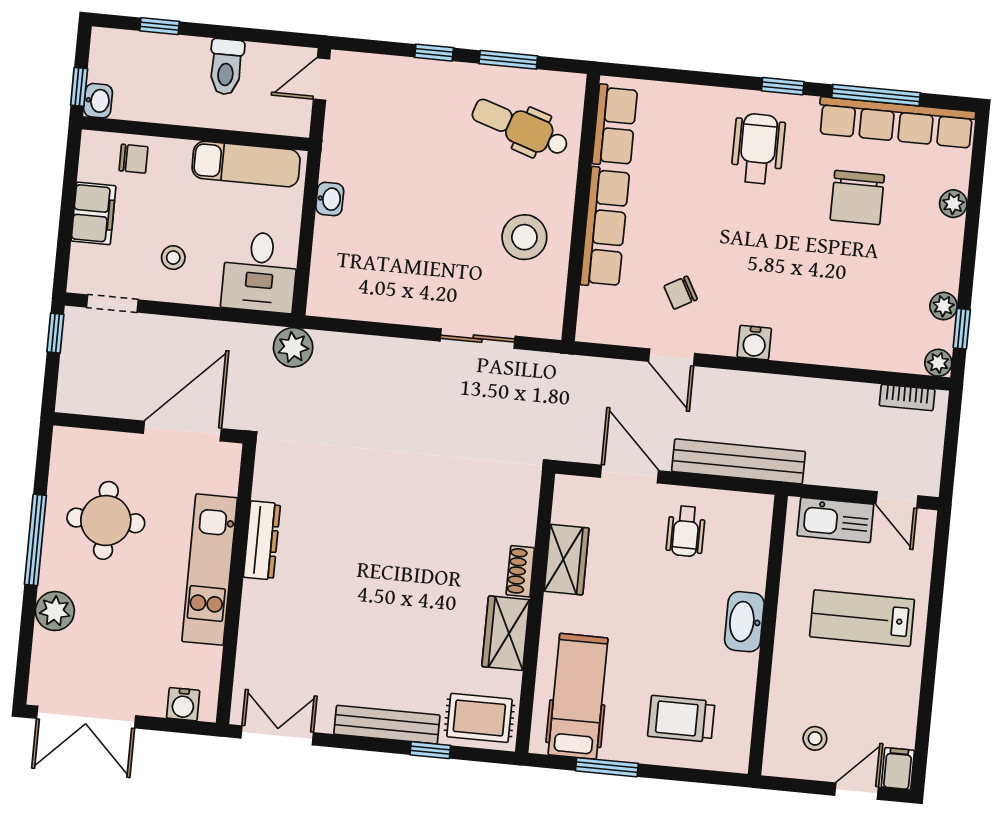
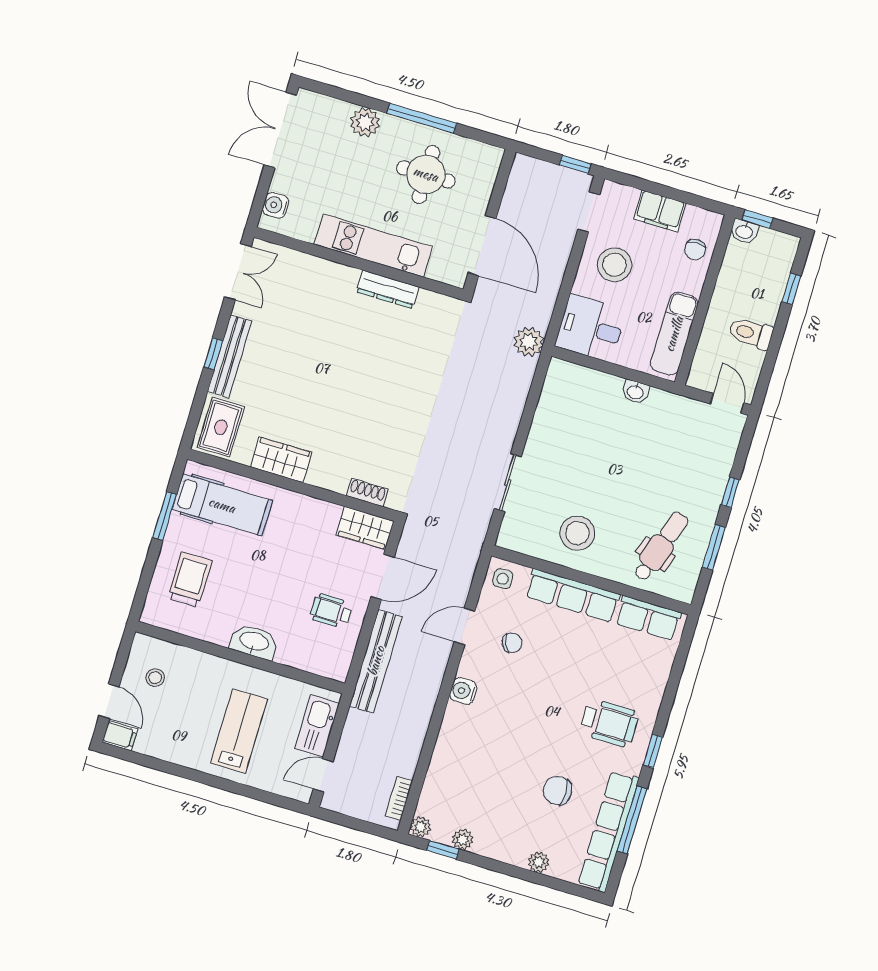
chair: (857, 197) -> (558, 791), width x0.73, depth x0.73
stool: (173, 258) -> (614, 265), width x1.89, depth x1.89
chair: (681, 293) -> (512, 643), turned 96
side table: (601, 321) -> (503, 579), added
wardrobe: (567, 560) -> (365, 528), moved
shoe rack: (520, 571) -> (367, 492), moved
window: (430, 750) -> (213, 354), moved

